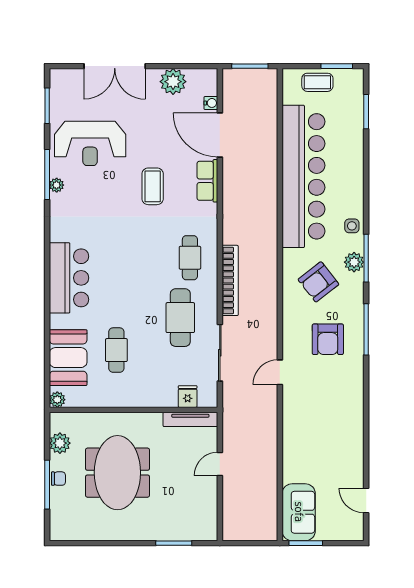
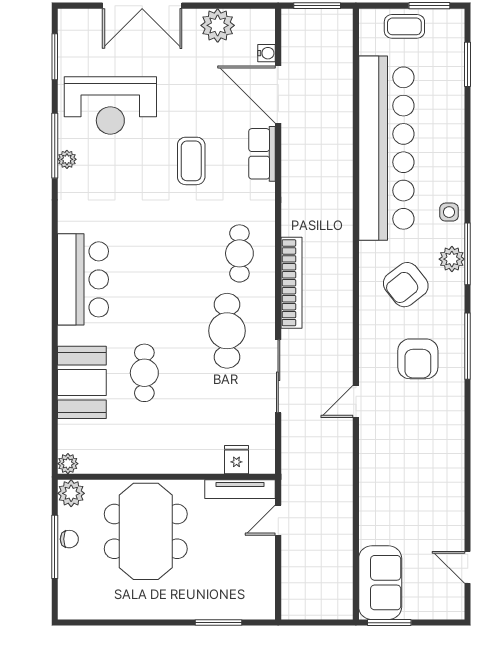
fridge: (188, 397) -> (236, 460), moved
plant: (57, 400) -> (68, 464), moved
wall: (133, 410) -> (166, 477), moved
tv unit: (190, 419) -> (240, 489), moved

